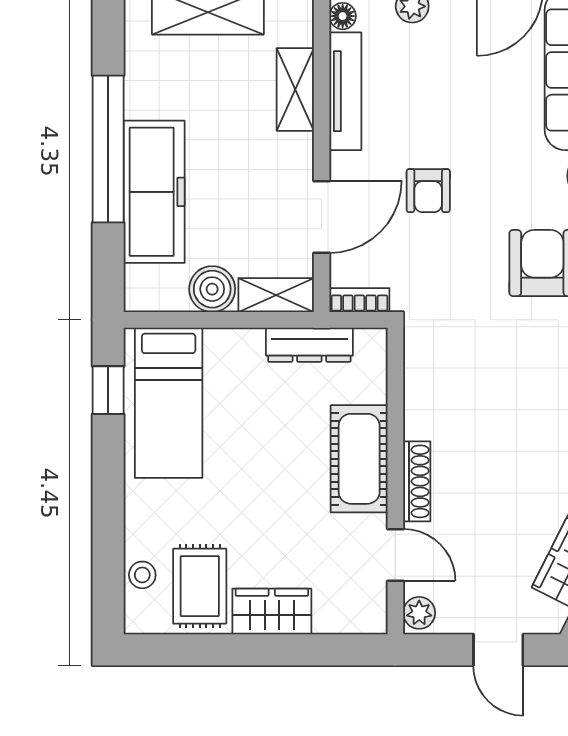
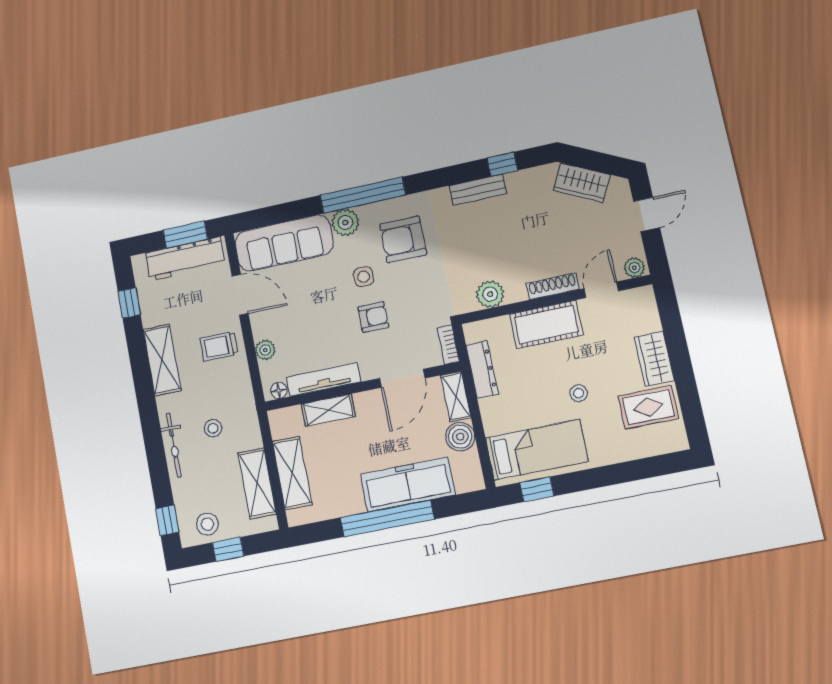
side table: (496, 188) -> (364, 277), added
door: (322, 217) -> (402, 378), swing flipped
plant: (425, 382) -> (490, 294), added
stool: (142, 575) -> (579, 393), moved

